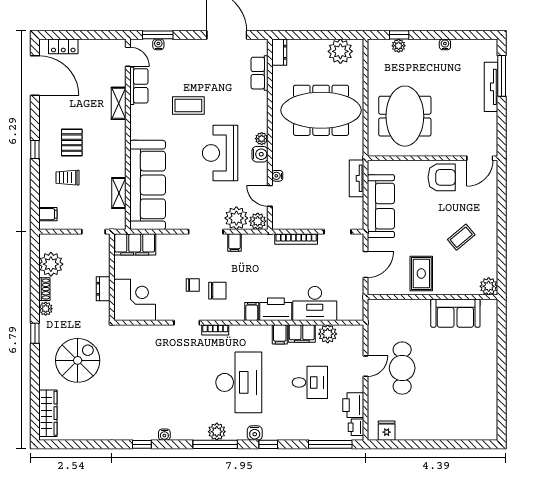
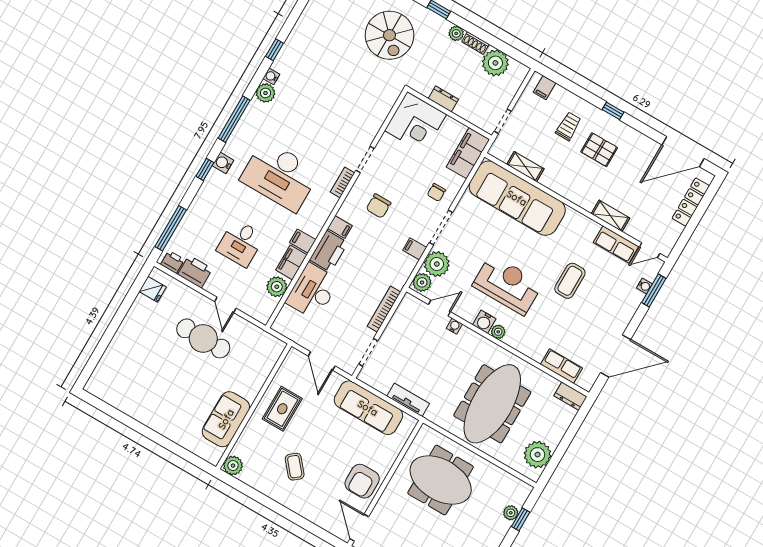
locker: (63, 46) -> (691, 202), width x1.53
rug: (421, 274) -> (282, 409), turned 90
chair: (193, 285) -> (436, 192), moved
plant: (217, 432) -> (265, 93), moved

